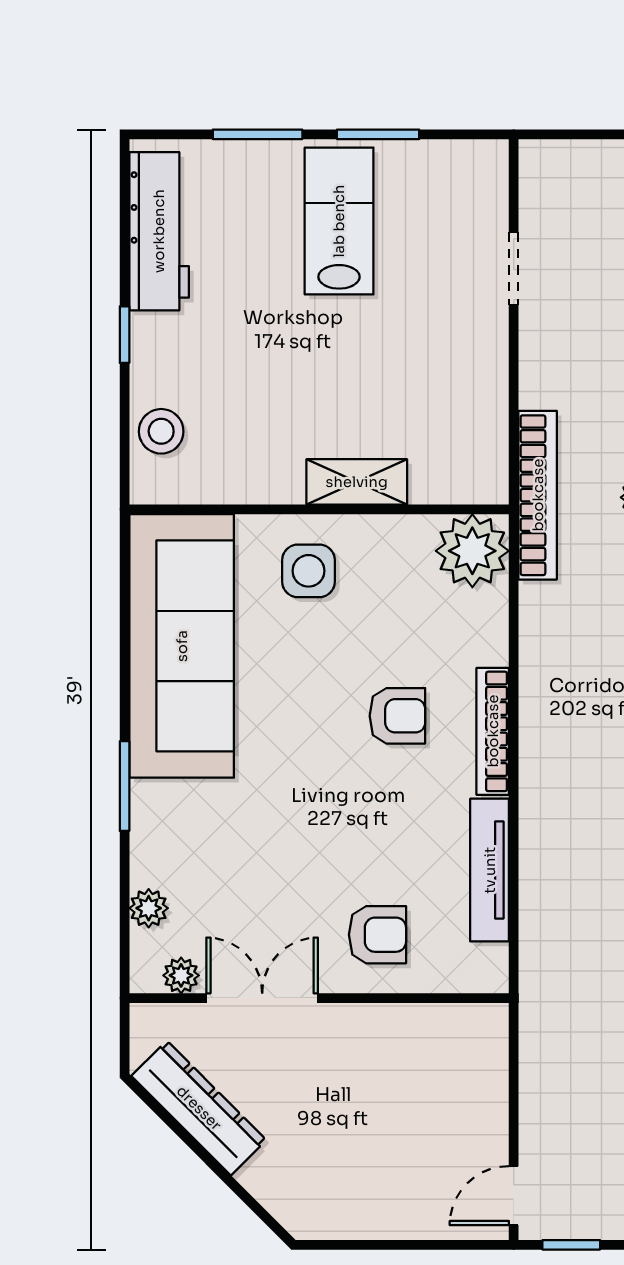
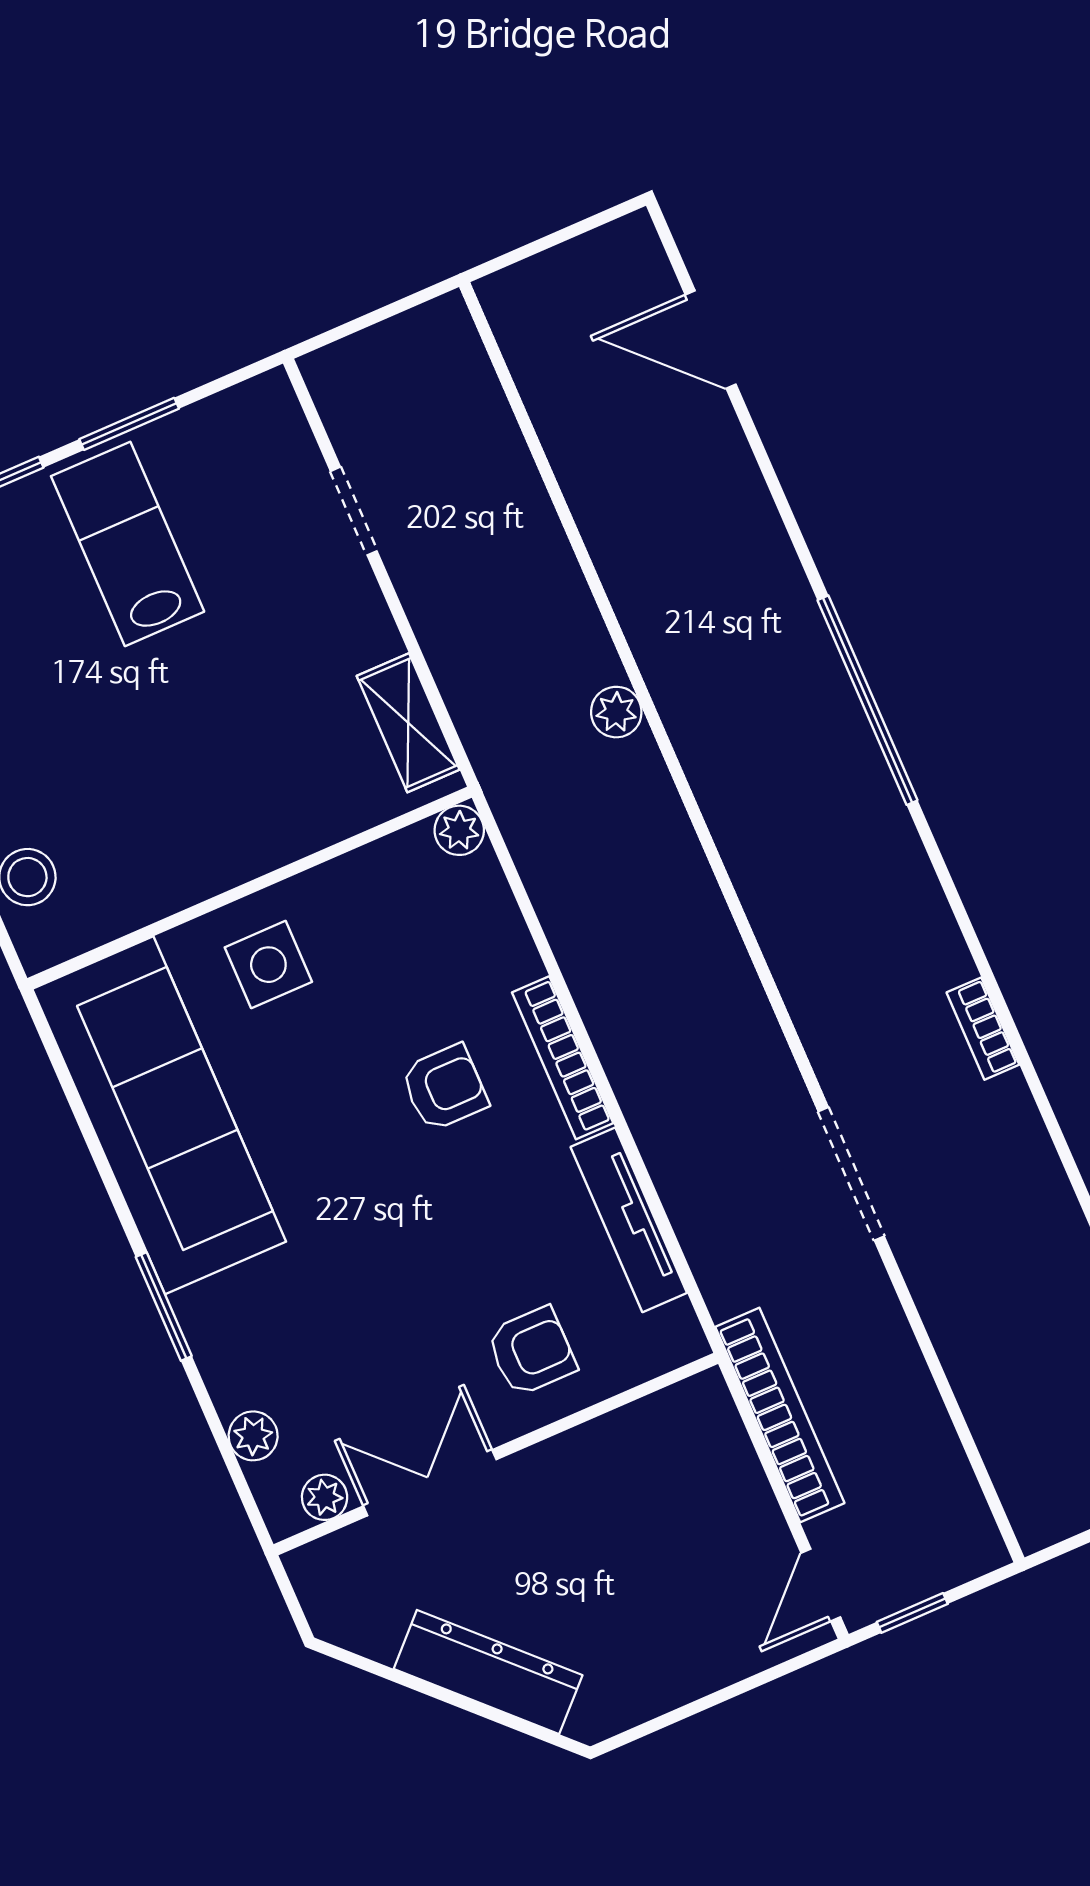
shelving: (357, 482) -> (408, 723), moved, turned 90
bookcase: (538, 495) -> (780, 1415), moved
plant: (472, 551) -> (459, 830), width x0.53, depth x0.53
dresser: (199, 1108) -> (488, 1672), moved

